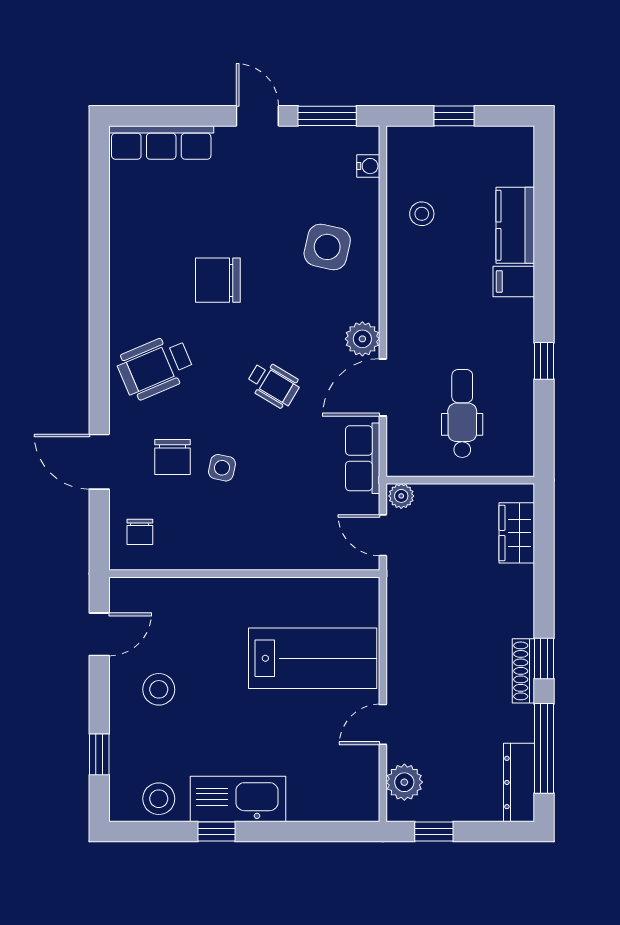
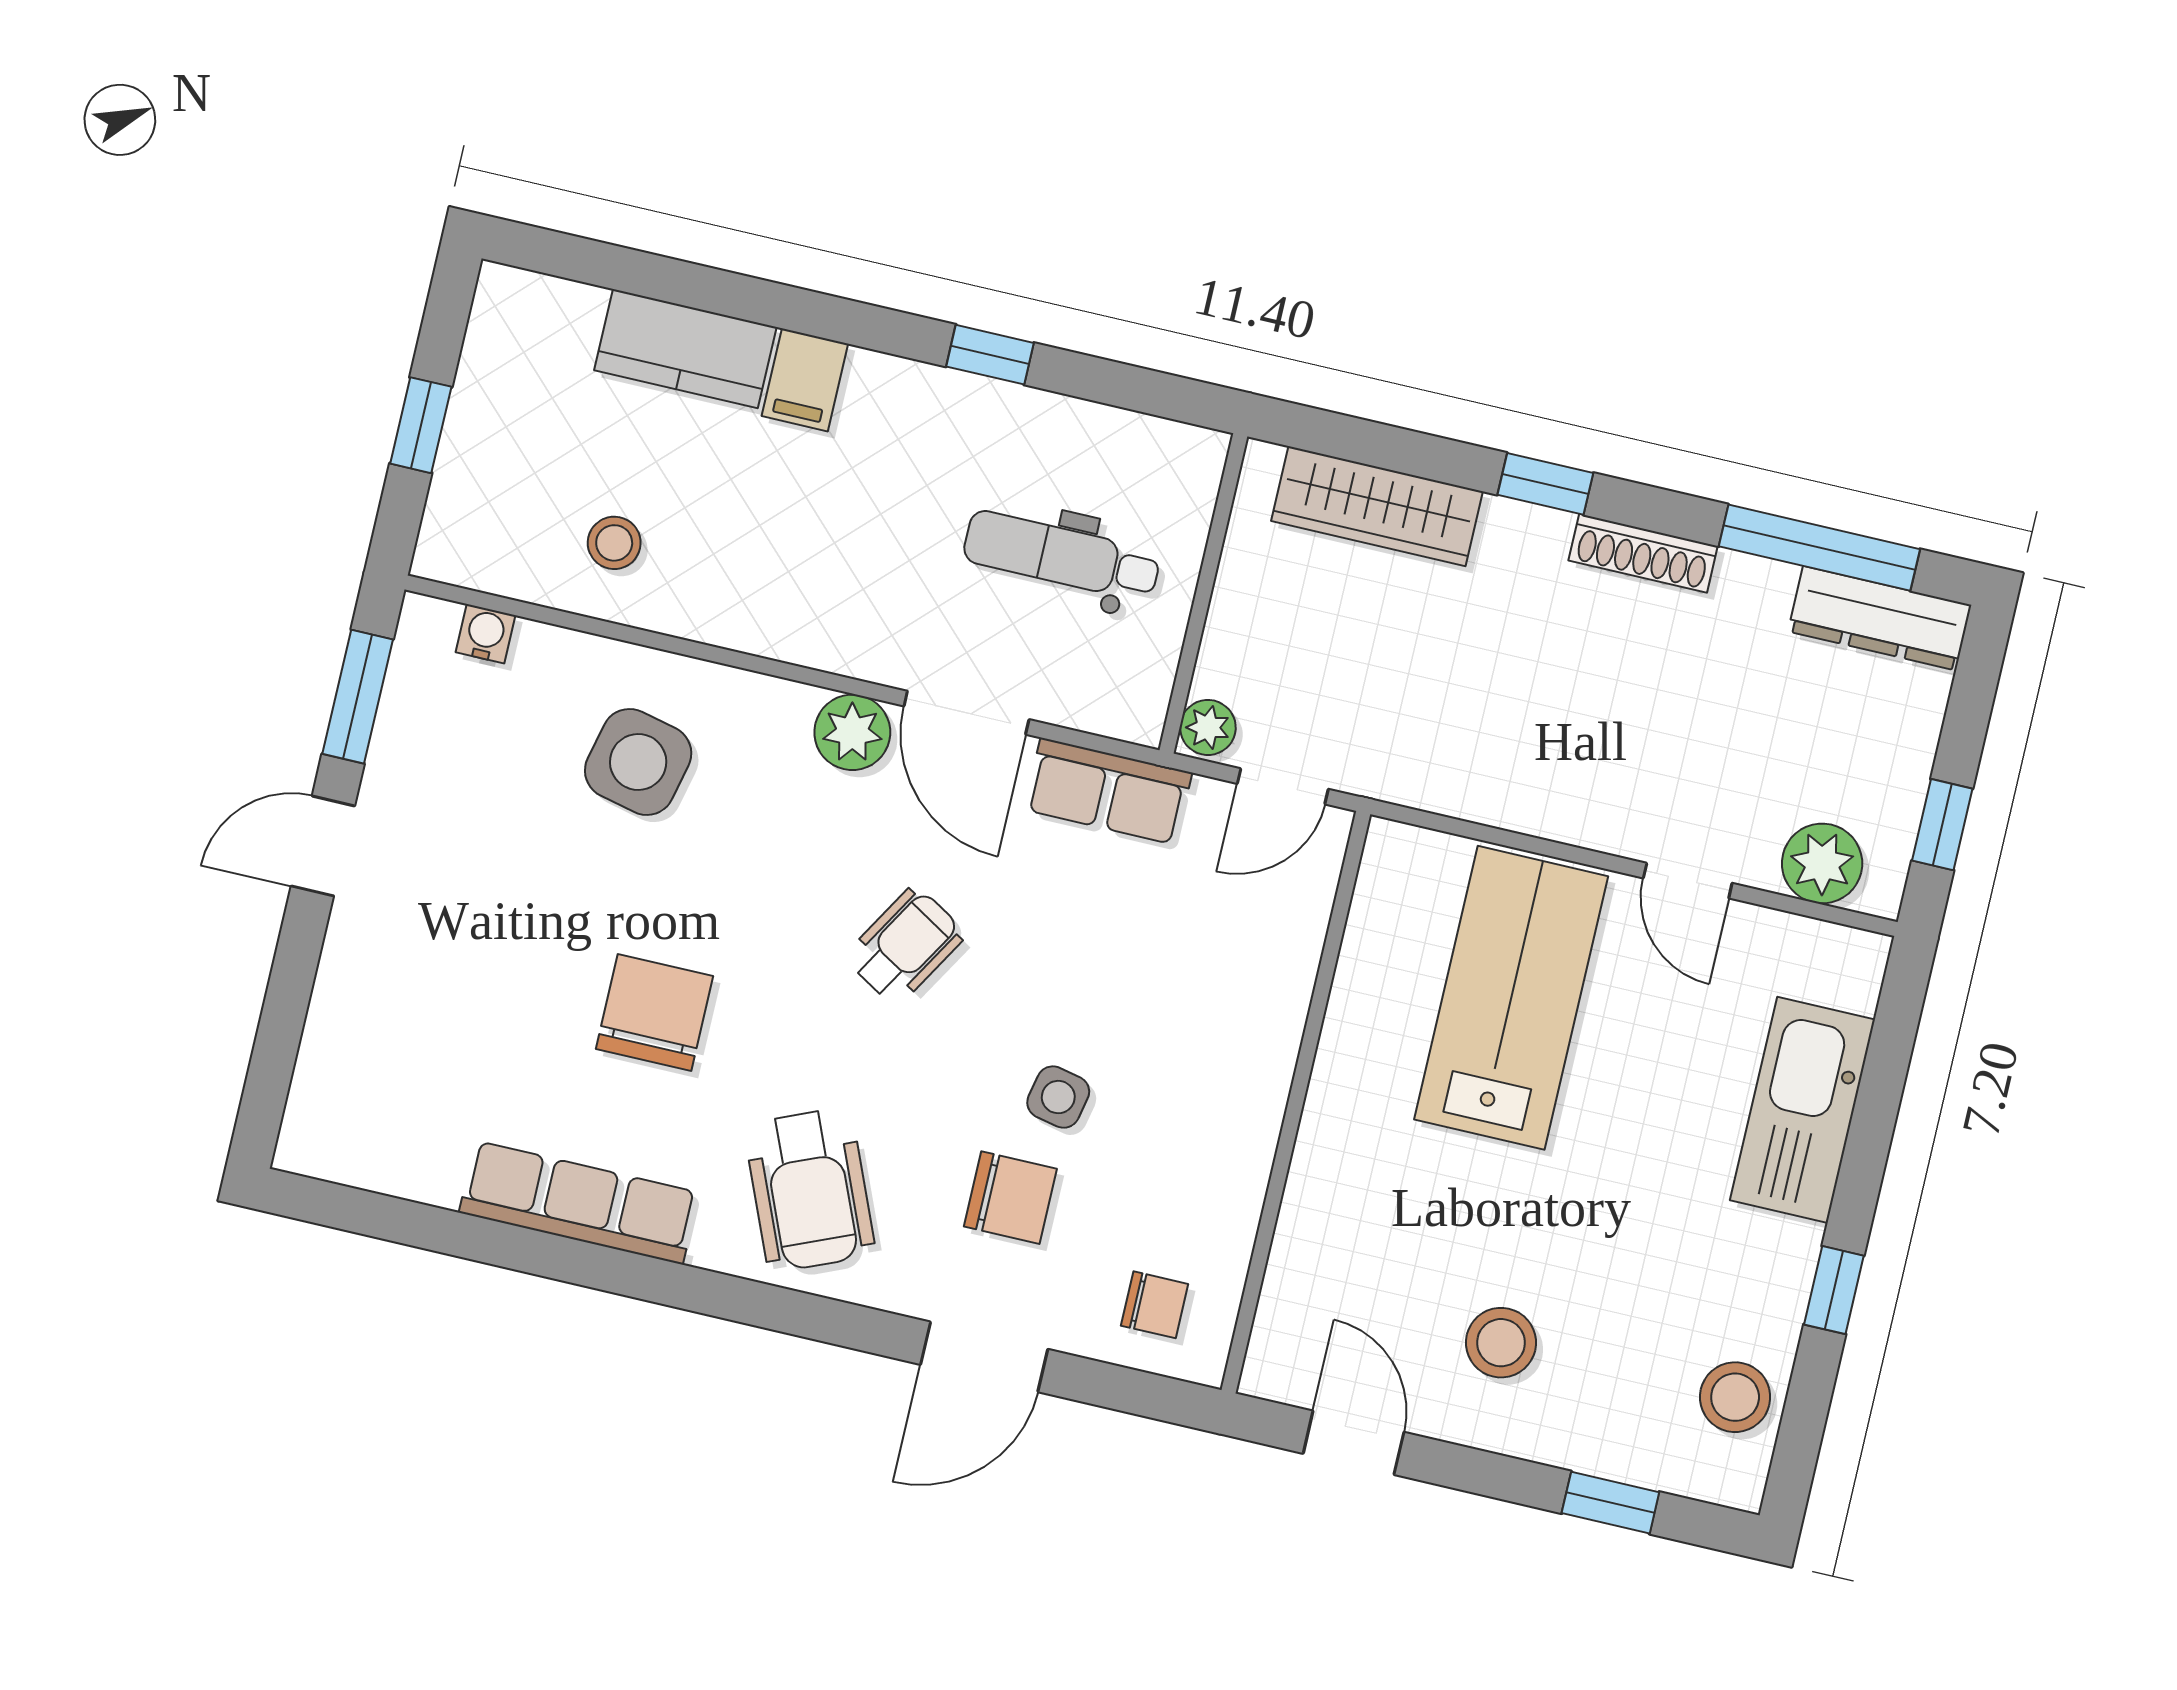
row of seats: (161, 143) -> (579, 1203), moved, turned -90
chair: (218, 280) -> (655, 1013), turned 180
wardrobe: (517, 533) -> (1377, 506), width x1.50
window: (544, 658) -> (1545, 484), moved
kitchen sink: (238, 799) -> (1802, 1110), moved

